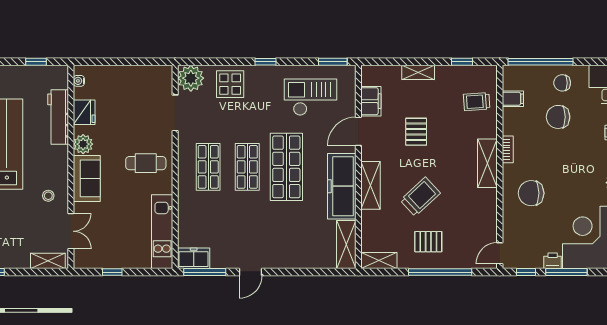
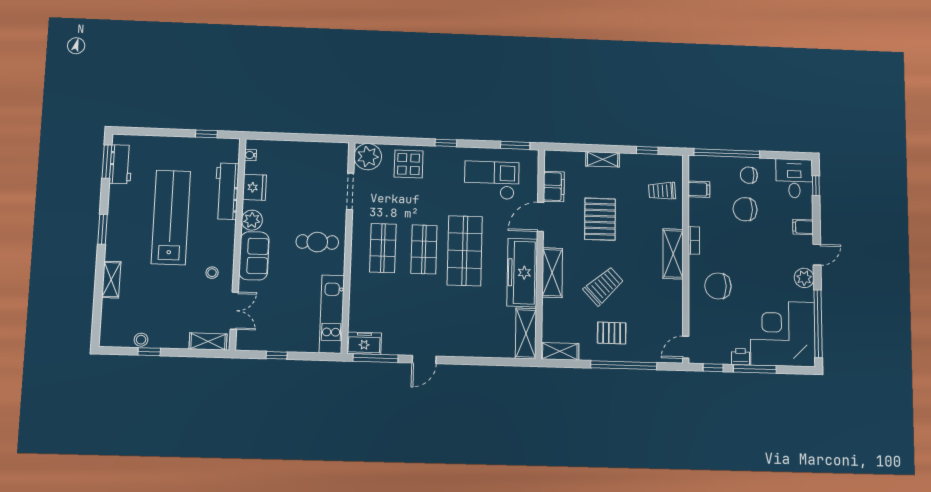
pallet: (416, 132) -> (600, 219), width x1.50, depth x1.42

